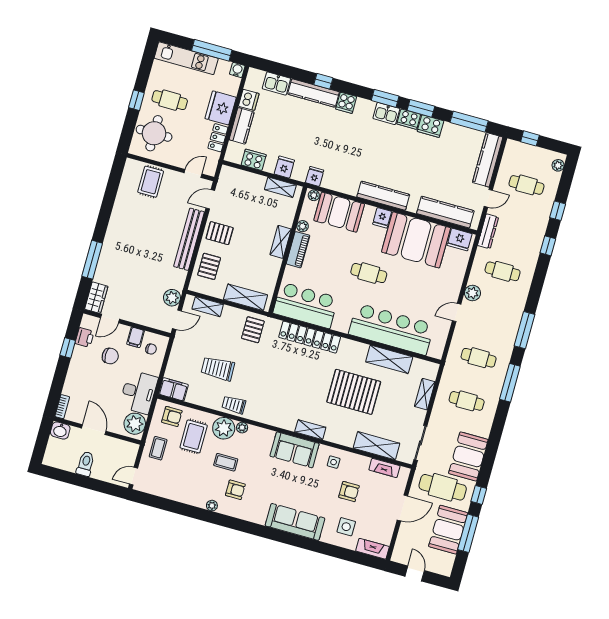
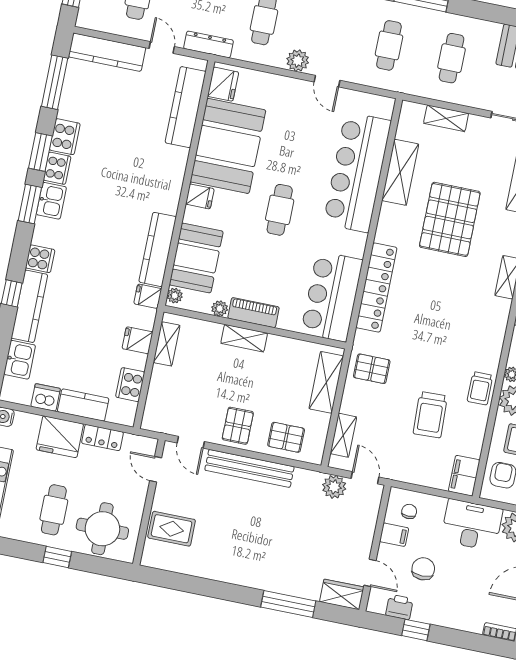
kitchen counter: (383, 196) -> (158, 249), moved

